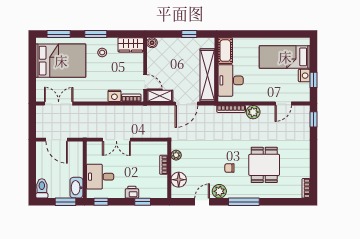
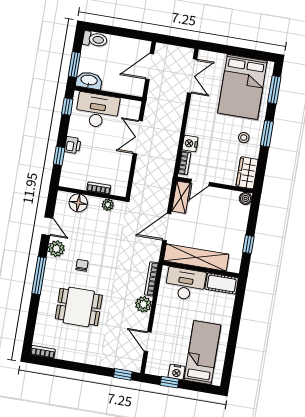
door: (186, 103) -> (167, 227), hinge flipped
desk: (100, 177) -> (97, 111), width x1.37

